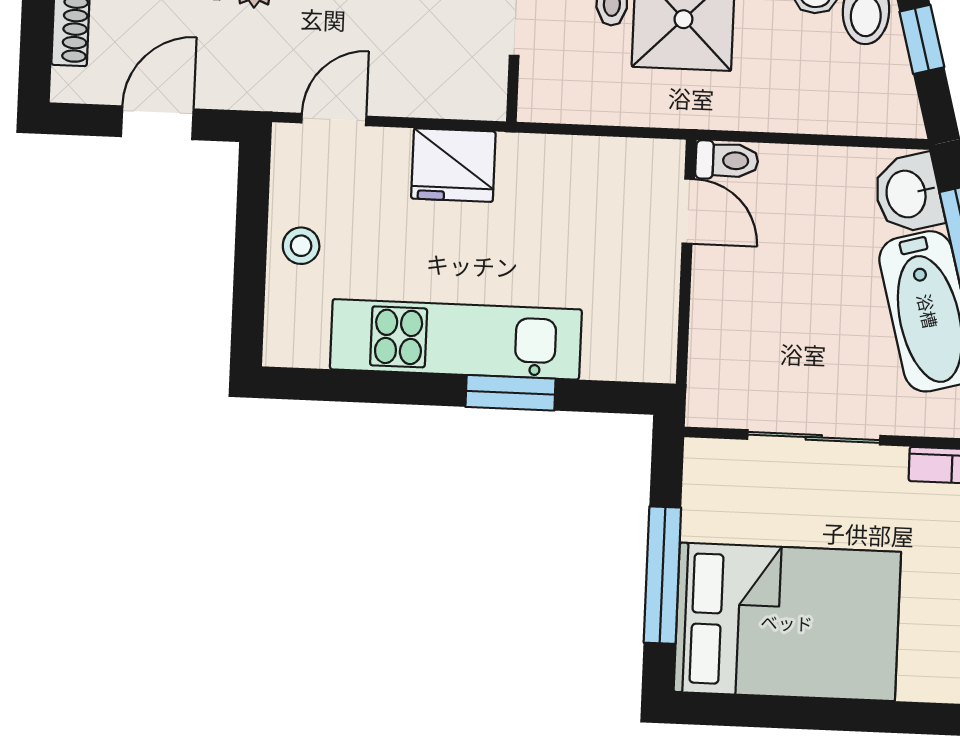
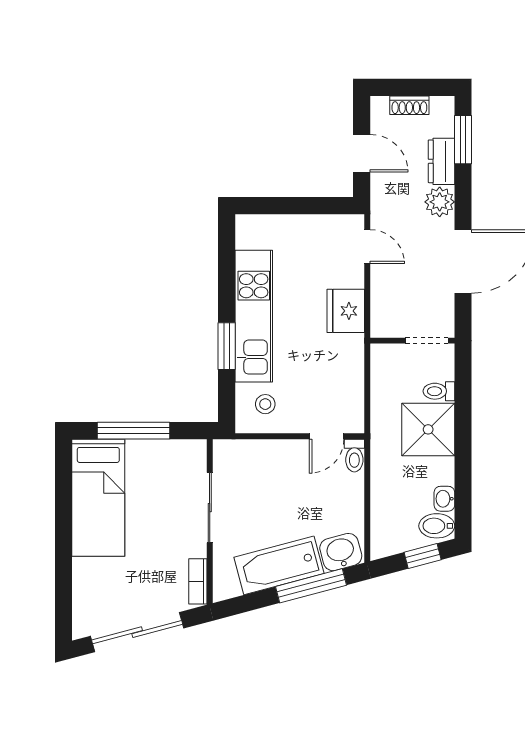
stool: (301, 246) -> (265, 404), moved
bed: (787, 622) -> (98, 498), width x0.67

